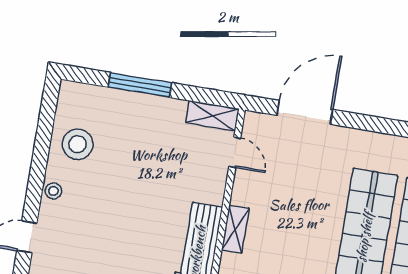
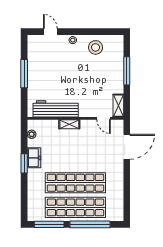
door: (305, 112) -> (127, 147), hinge flipped
door: (235, 152) -> (104, 118), hinge flipped

